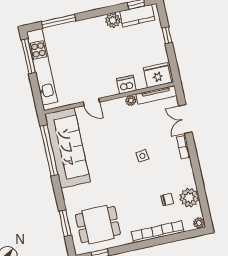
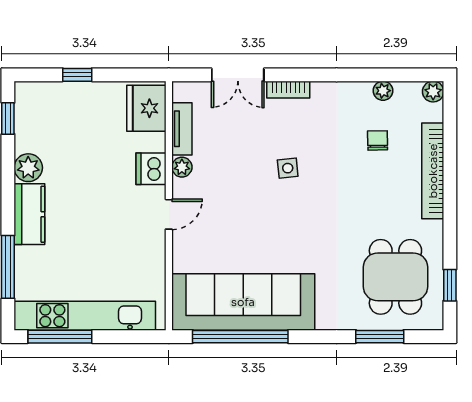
kitchen counter: (137, 16) -> (29, 214), moved
tv unit: (156, 95) -> (182, 129), width x0.71
door: (91, 102) -> (169, 214), moved
plant: (189, 198) -> (383, 91), width x0.53, depth x0.53

